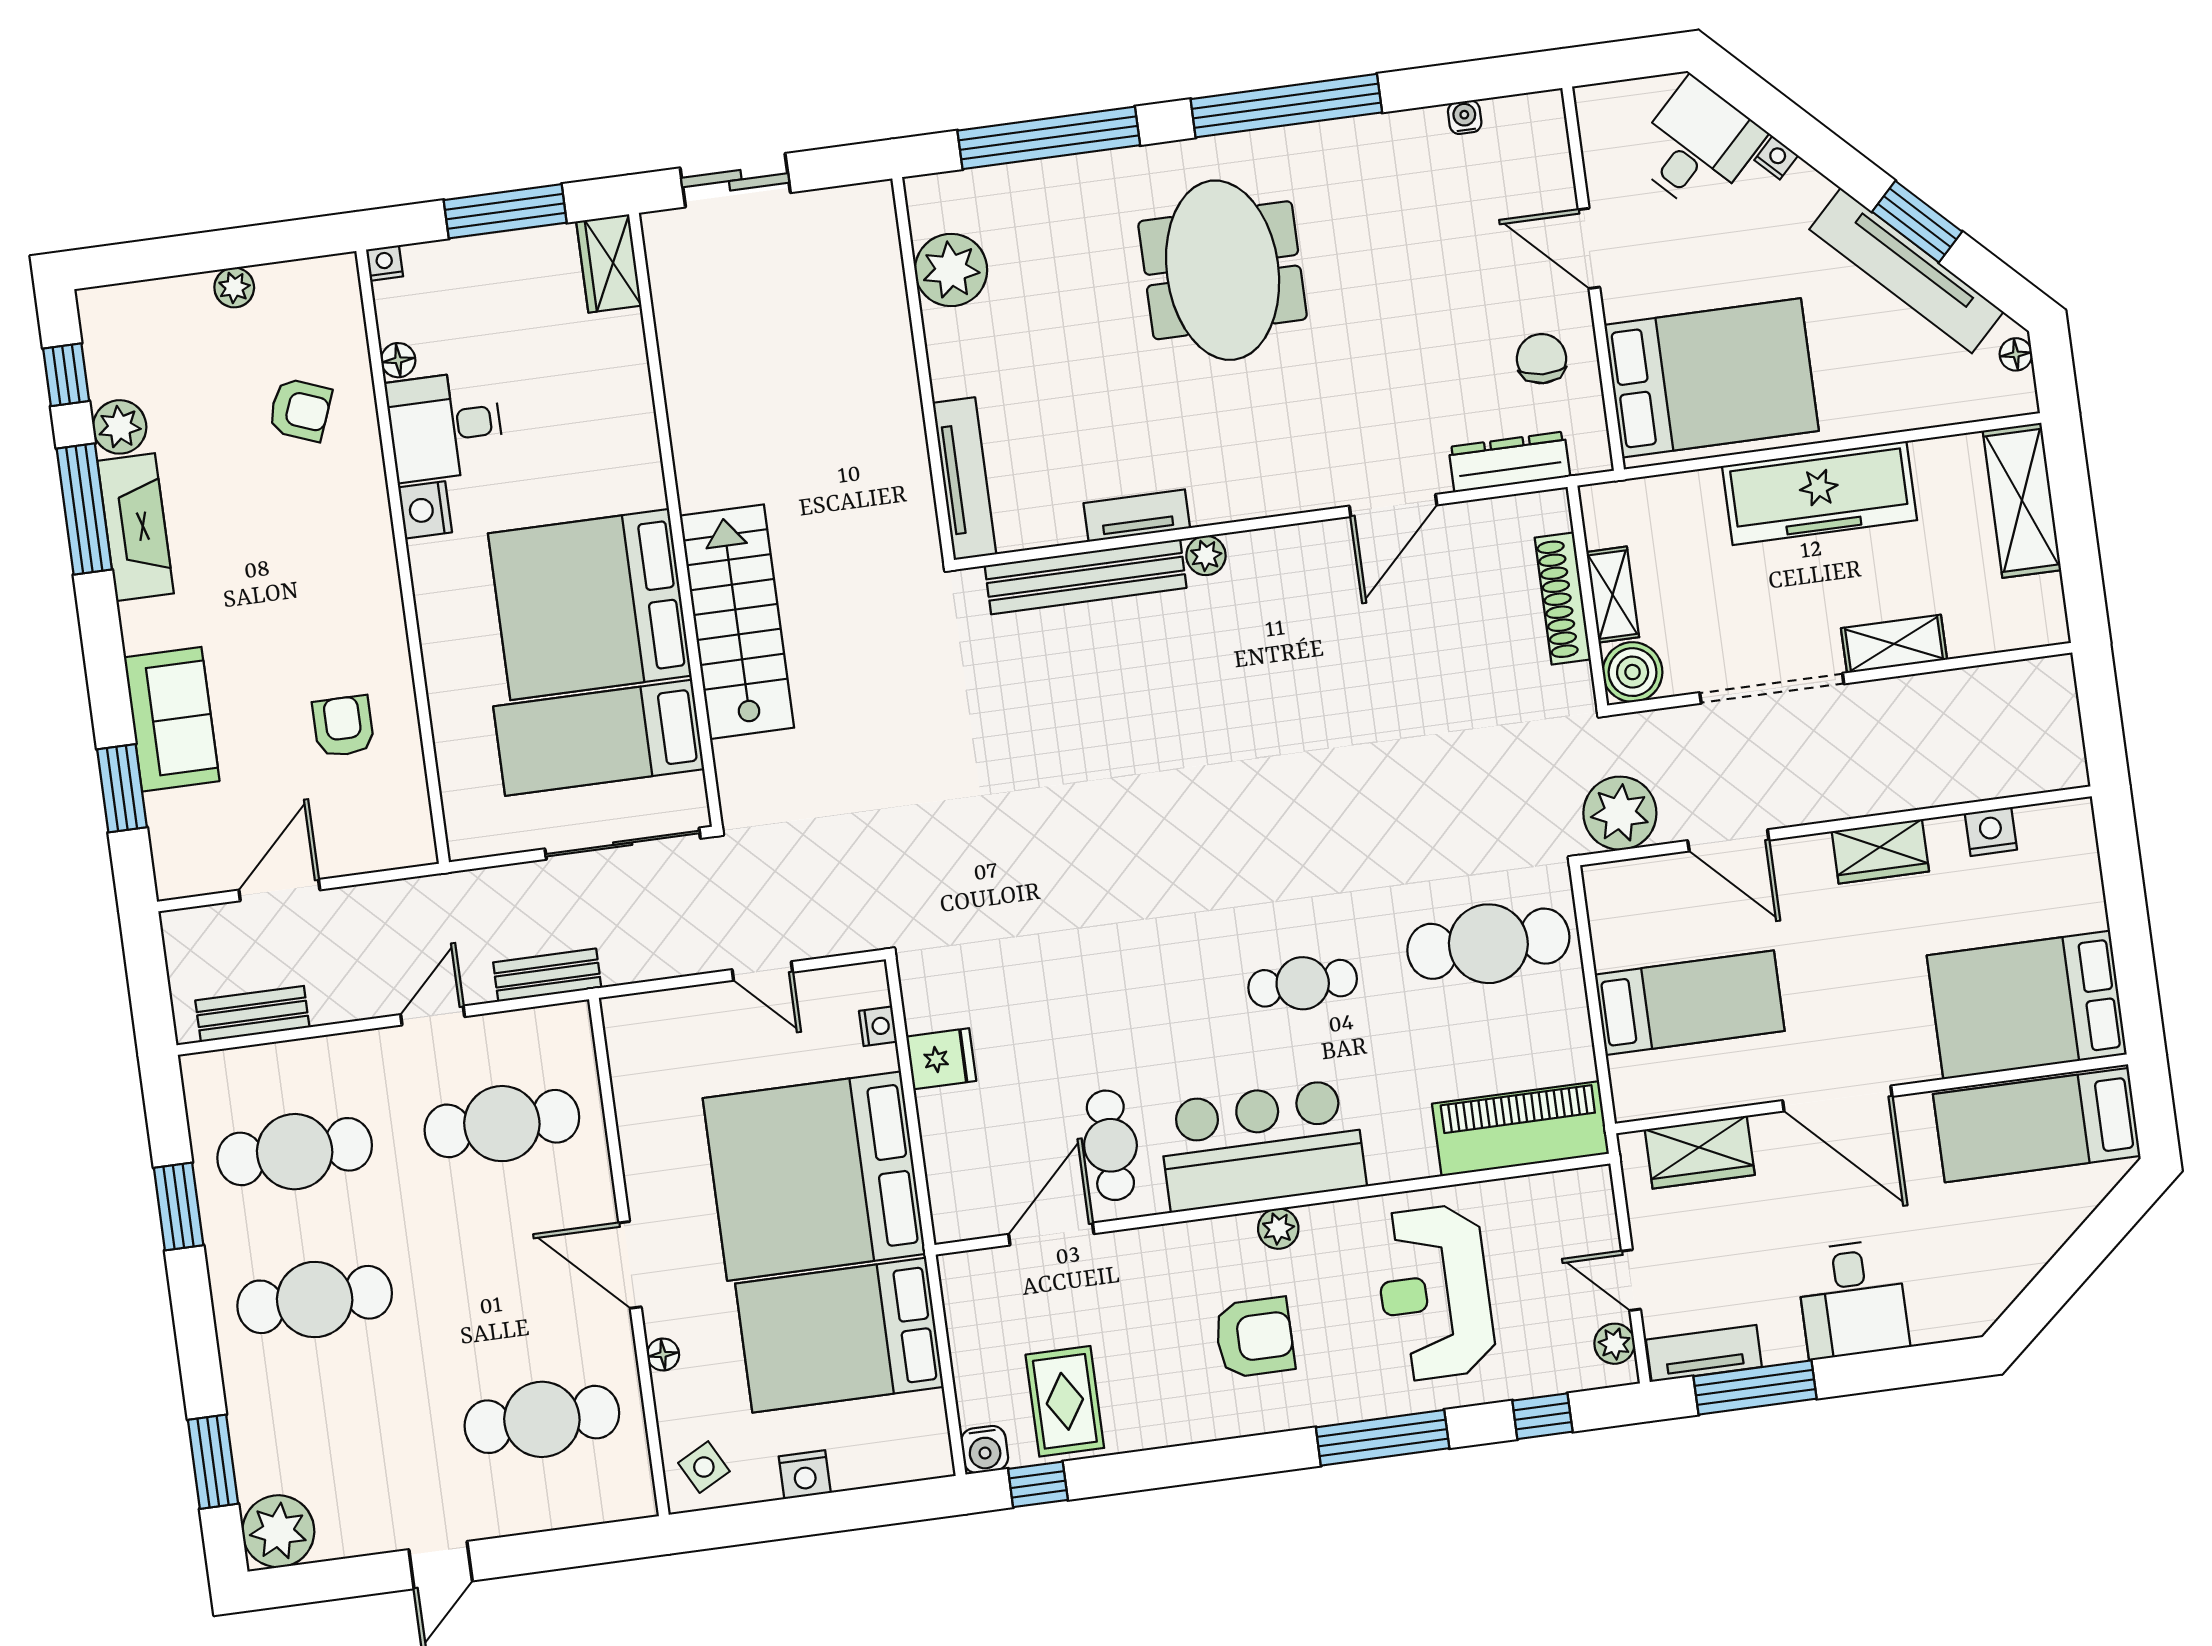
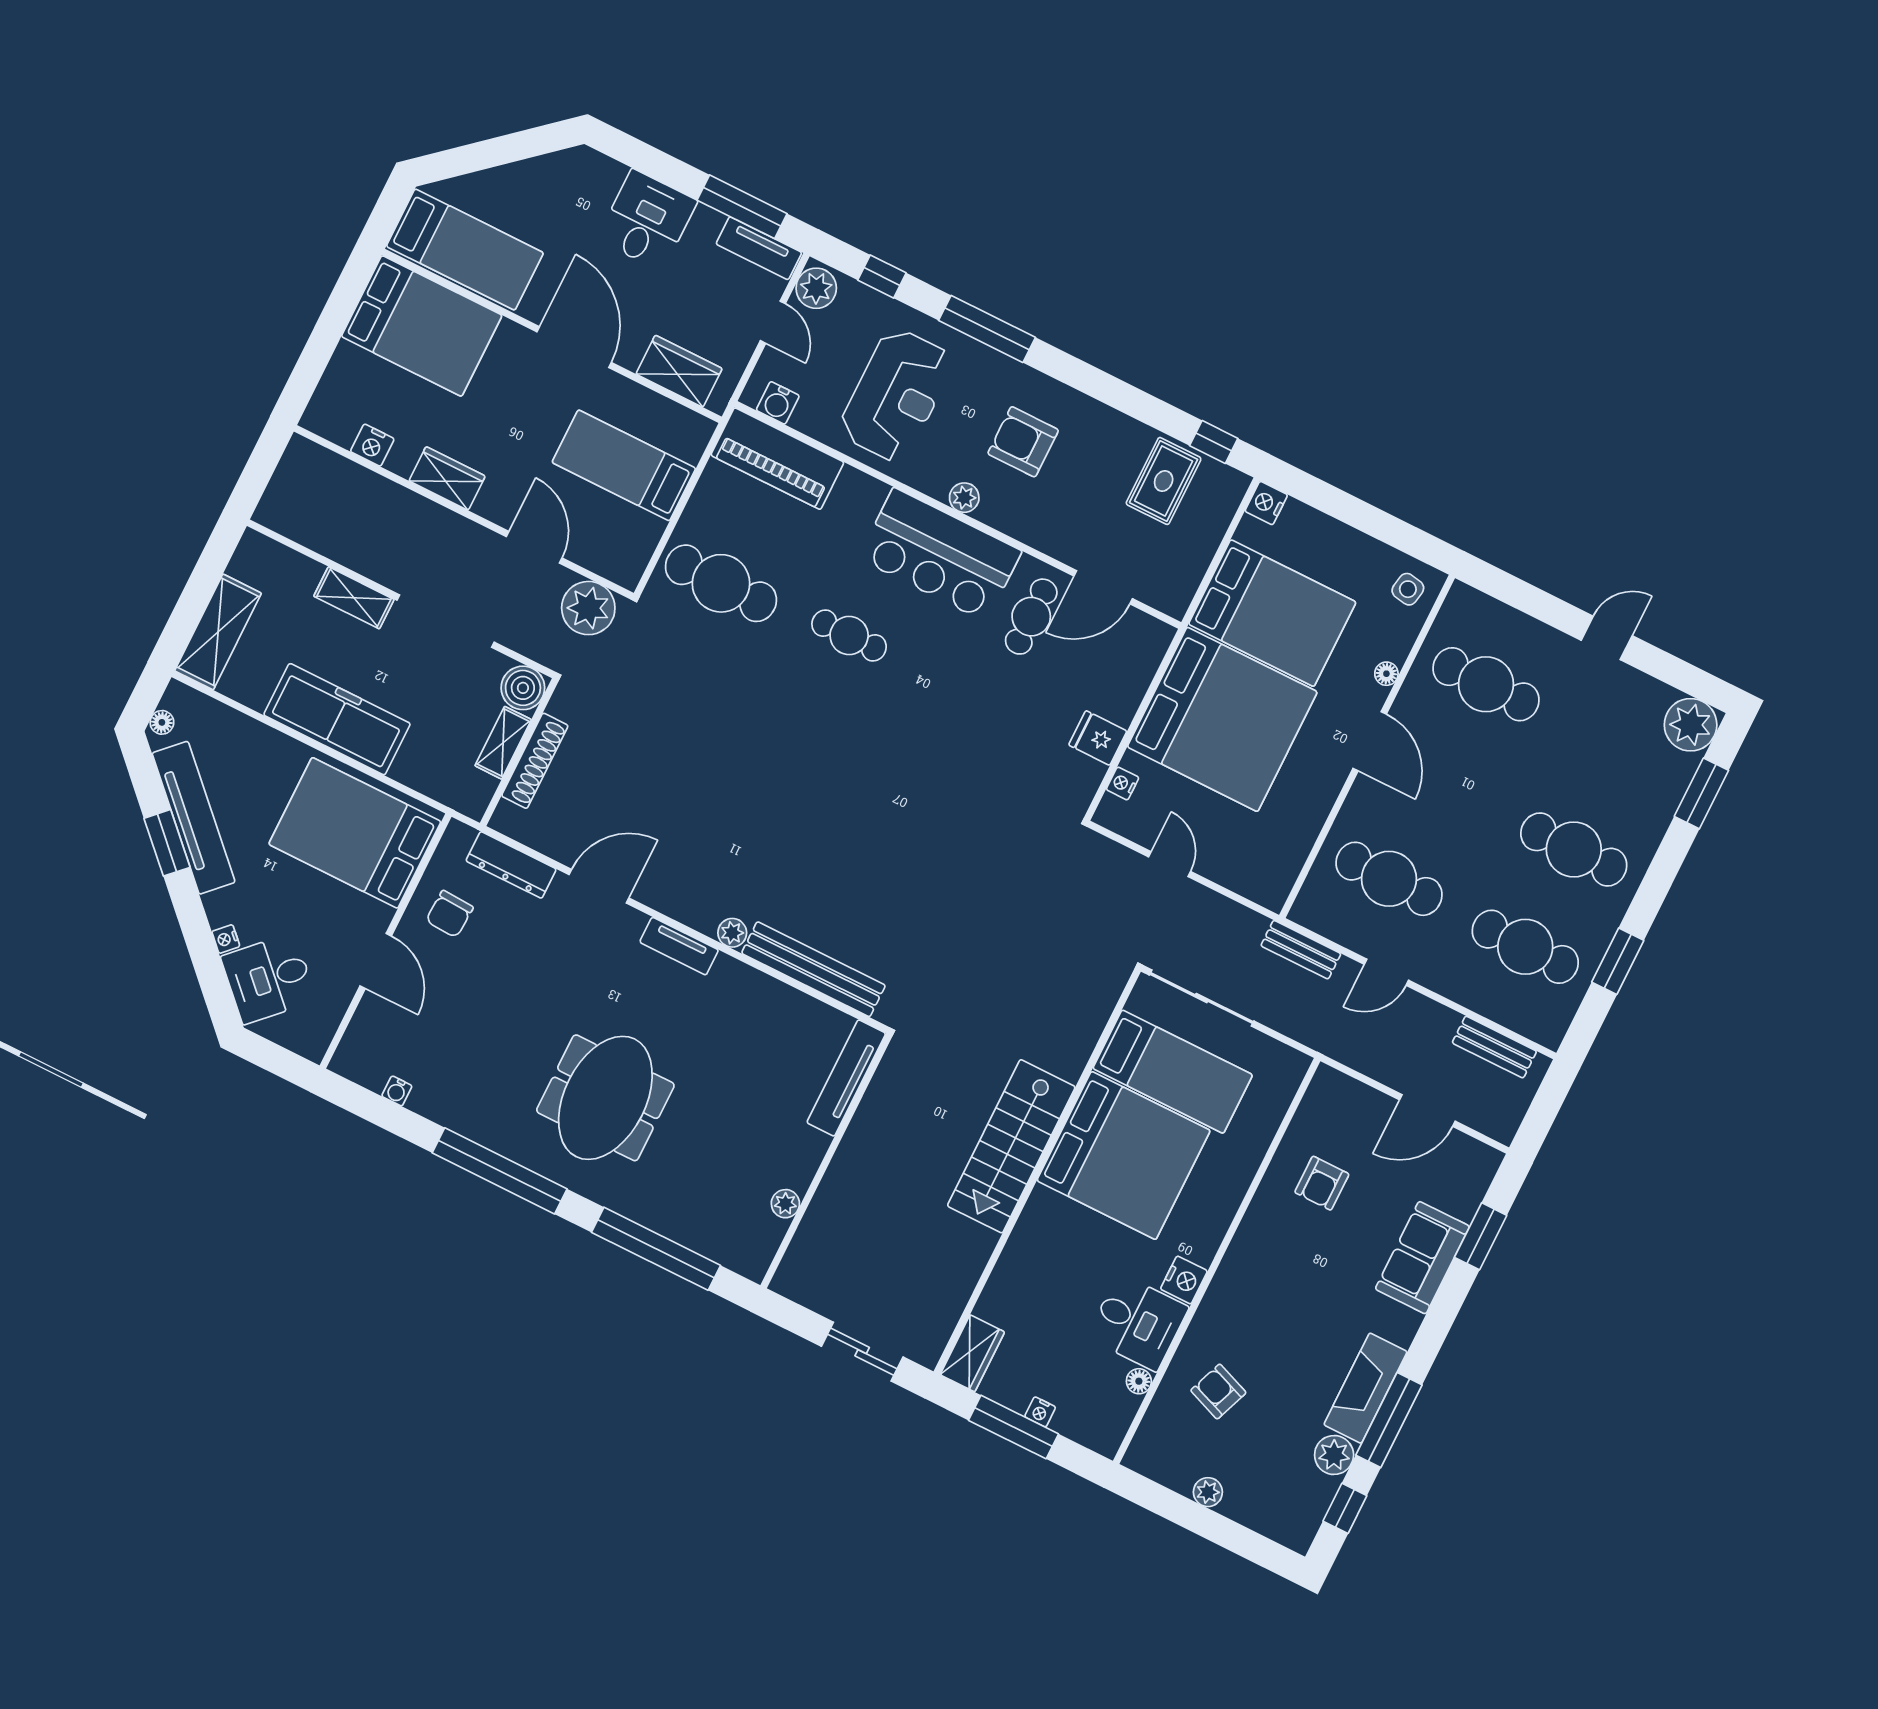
nightstand: (385, 263) -> (1040, 1412), moved
plant: (951, 270) -> (785, 1204), width x0.53, depth x0.53
tv unit: (1137, 516) -> (679, 946), moved
stairs: (737, 622) -> (1011, 1146), moved
plant: (1614, 1344) -> (816, 288), width x1.38, depth x1.38
water cooler: (985, 1449) -> (778, 403), moved, turned 180
side table: (704, 1467) -> (1408, 589), turned 38
nightstand: (805, 1475) -> (1266, 503), moved, turned -90

